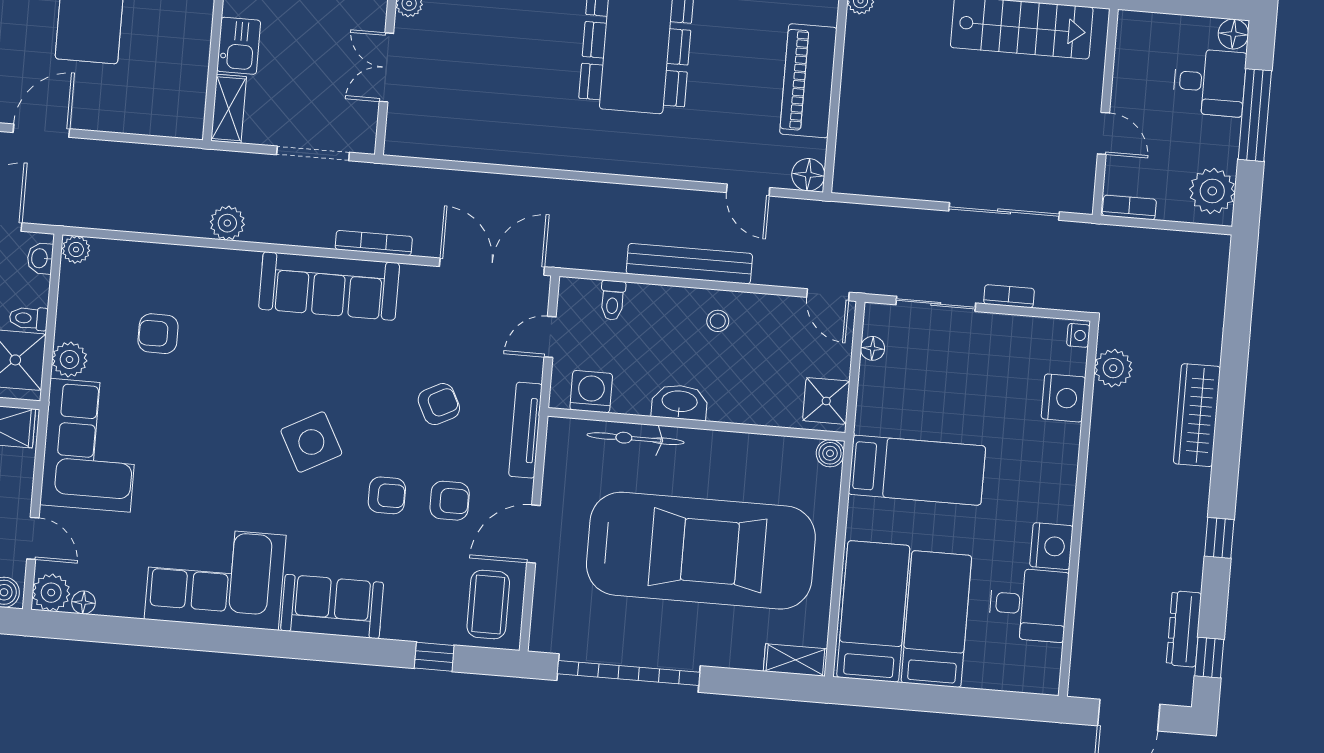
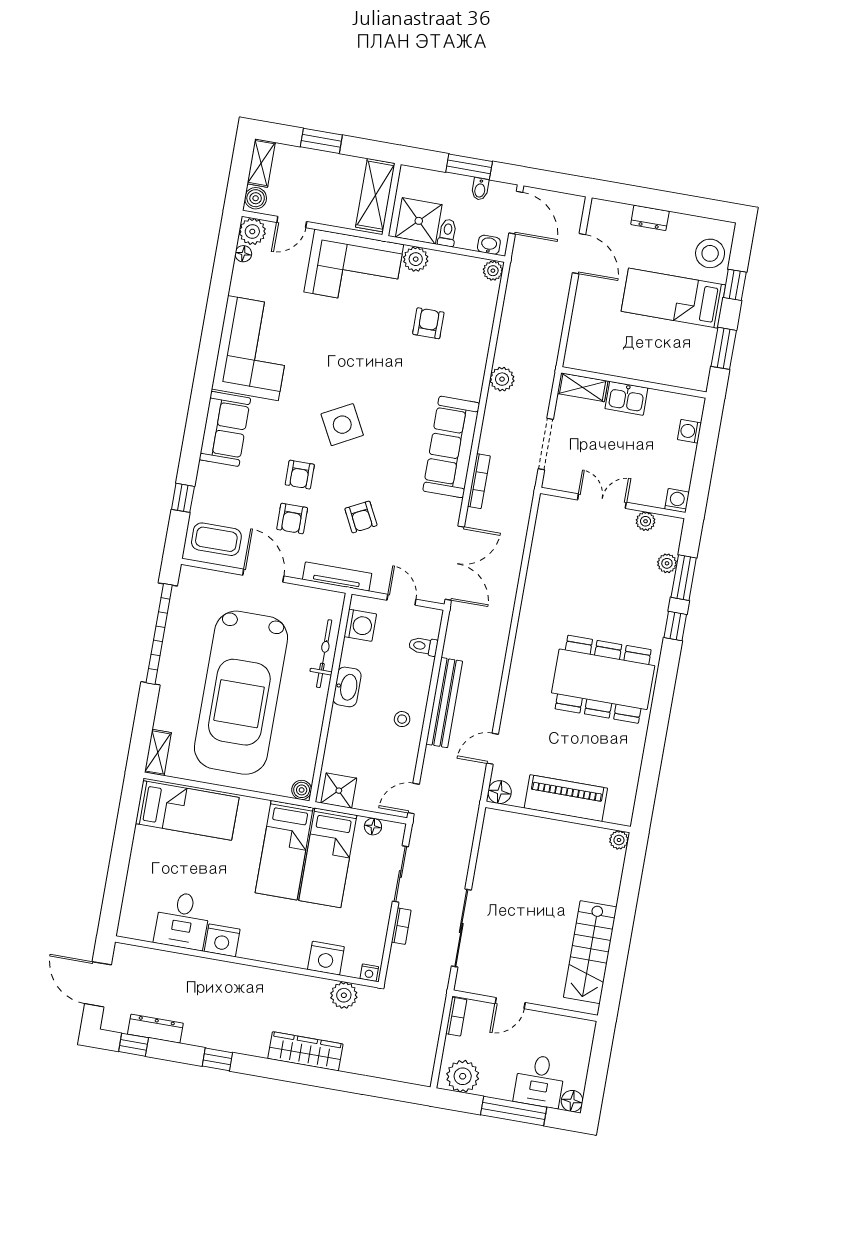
bed: (936, 619) -> (328, 858), moved, turned 90

